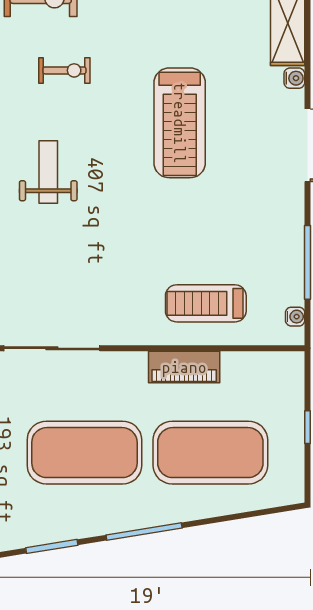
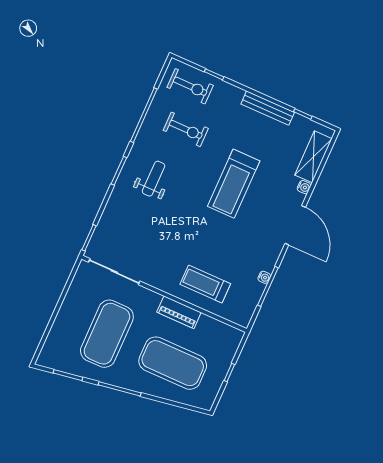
exercise bike: (64, 70) -> (186, 129), width x1.38, depth x1.39
water cooler: (295, 317) -> (264, 277), moved
exercise mat: (84, 453) -> (107, 334), turned 90

